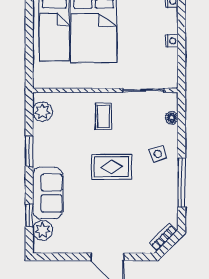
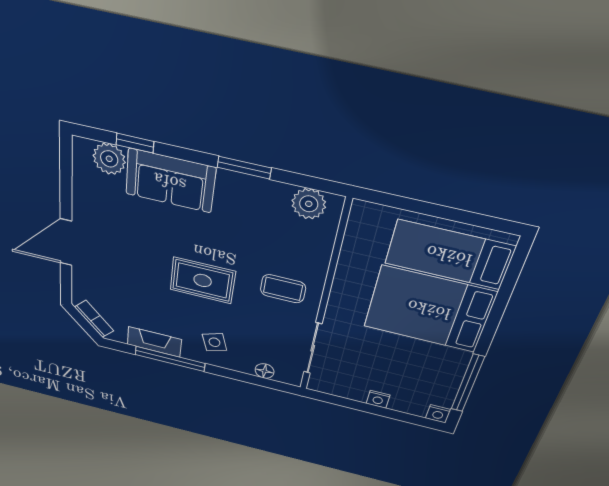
rug: (112, 167) -> (203, 280), turned 90
fireplace: (170, 194) -> (154, 342), added

